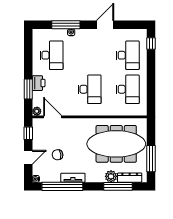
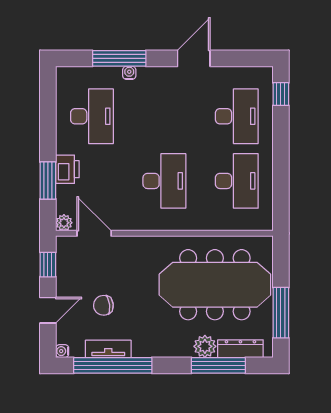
tv unit: (73, 178) -> (108, 349), moved

